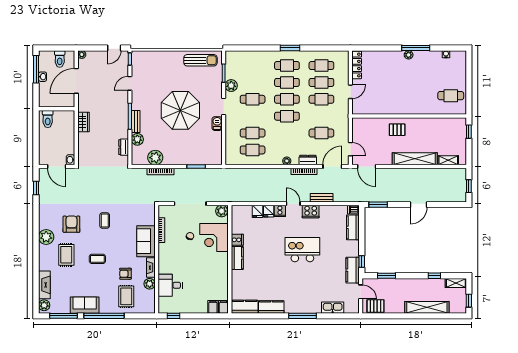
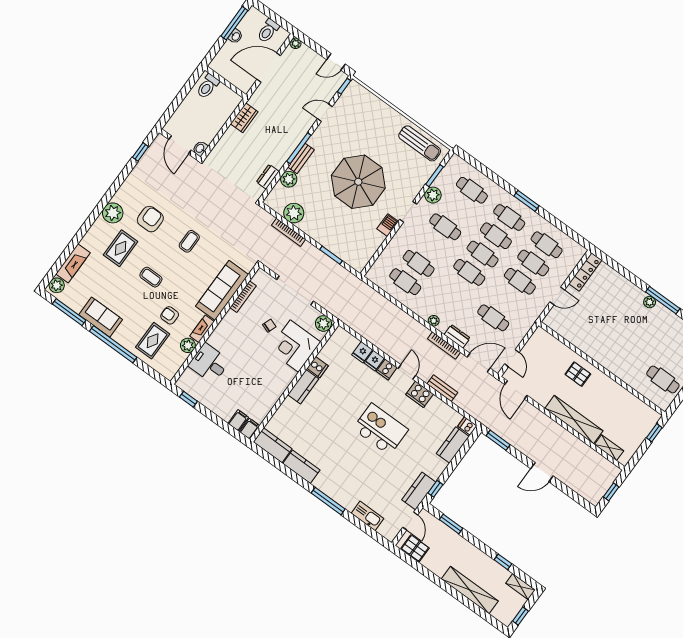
cafe table: (253, 66) -> (472, 190), added
sofa: (146, 241) -> (222, 290), width x1.36

